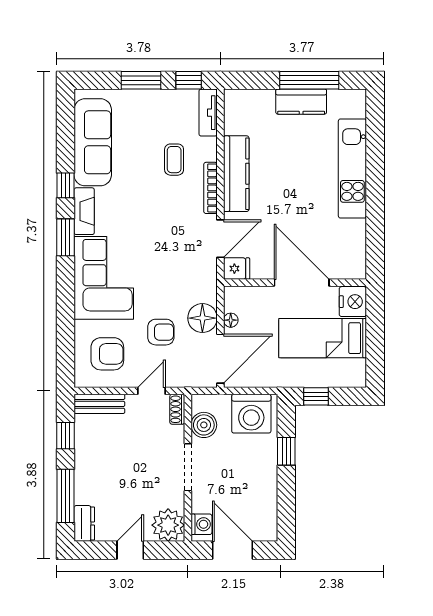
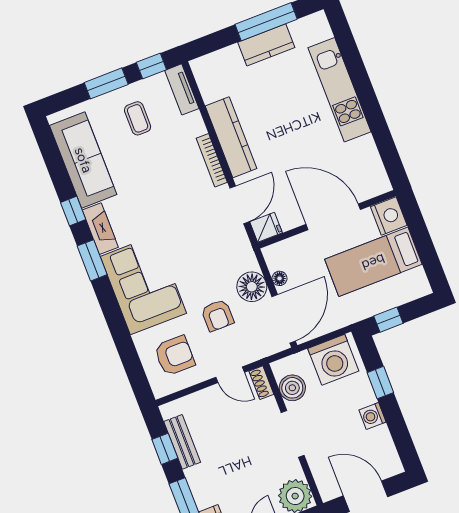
coffee table: (174, 160) -> (138, 118), moved
armchair: (161, 332) -> (217, 315), turned 90
door: (151, 391) -> (230, 375), swing flipped
bench: (99, 404) -> (182, 442), moved, turned 90
washing machine: (201, 524) -> (372, 416), moved, turned 180

